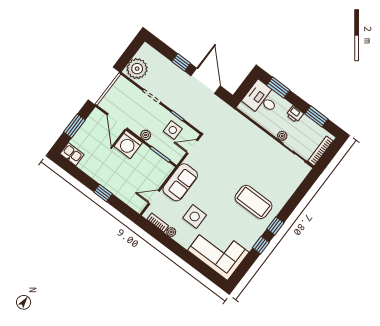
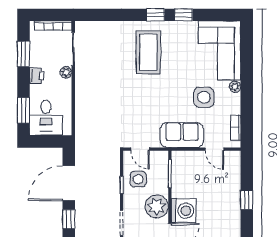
plant: (146, 135) -> (157, 206), width x1.87, depth x1.87
plant: (171, 232) -> (235, 87), moved

